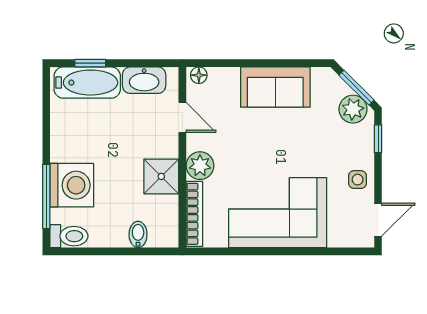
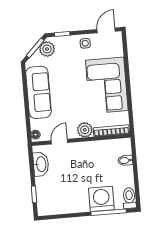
bathtub: (87, 83) -> (45, 195), removed
sofa: (275, 87) -> (39, 92), width x1.36
shower: (161, 176) -> (92, 150), removed
door: (378, 220) -> (106, 30), hinge flipped

